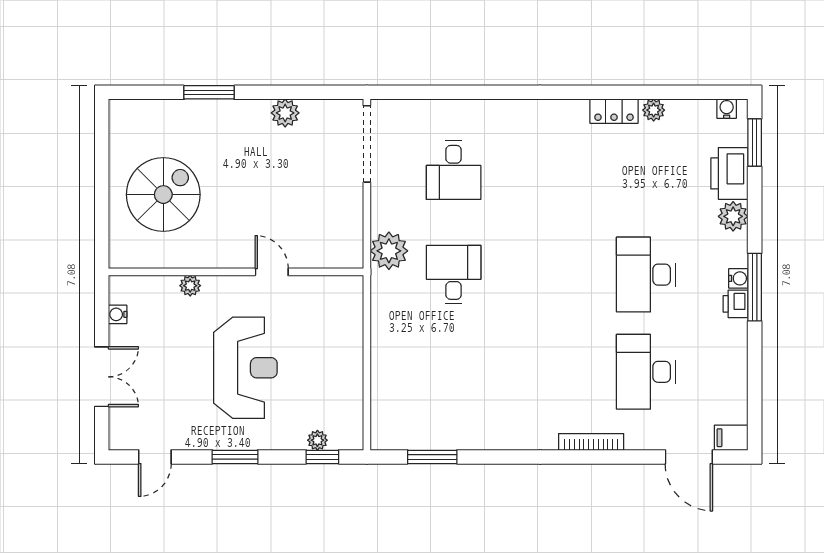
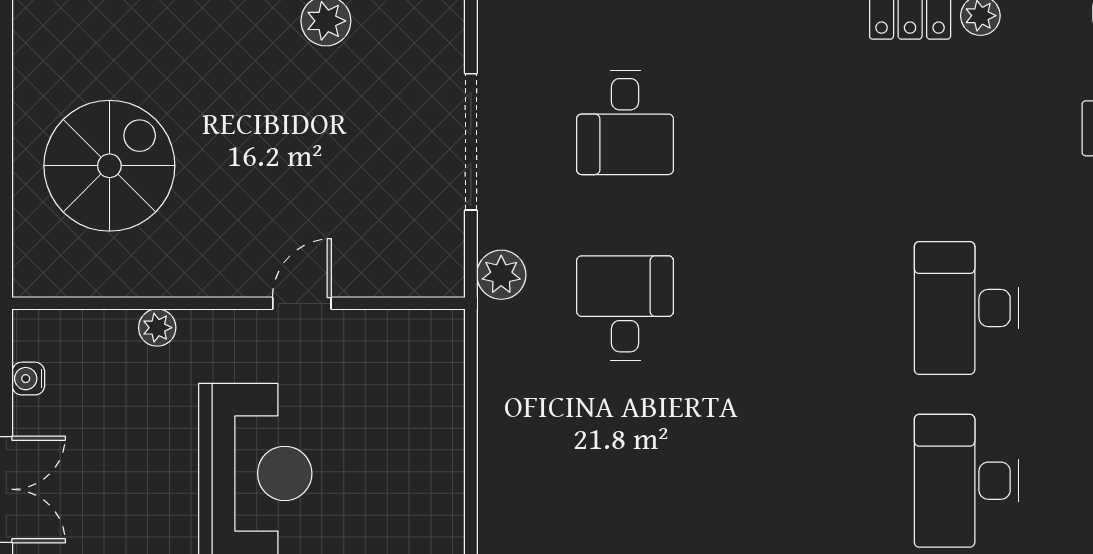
doorway: (367, 144) -> (471, 142), moved
plant: (389, 251) -> (501, 275), width x0.73, depth x0.73
door: (272, 272) -> (302, 303), hinge flipped

